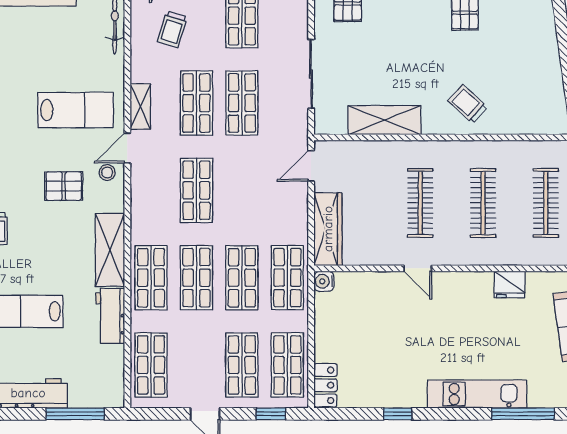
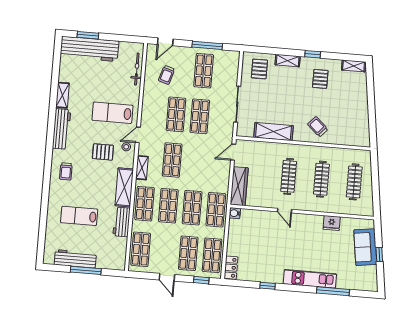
shelving: (140, 106) -> (142, 168), moved
lab bench: (75, 110) -> (112, 113), turned 180
window: (75, 414) -> (86, 270), moved

